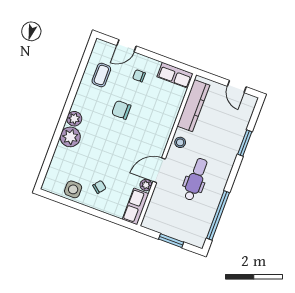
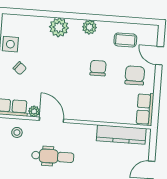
chair: (139, 76) -> (135, 75), width x1.87, depth x1.87
plant: (74, 119) -> (89, 27), moved
stool: (180, 142) -> (17, 132), moved

